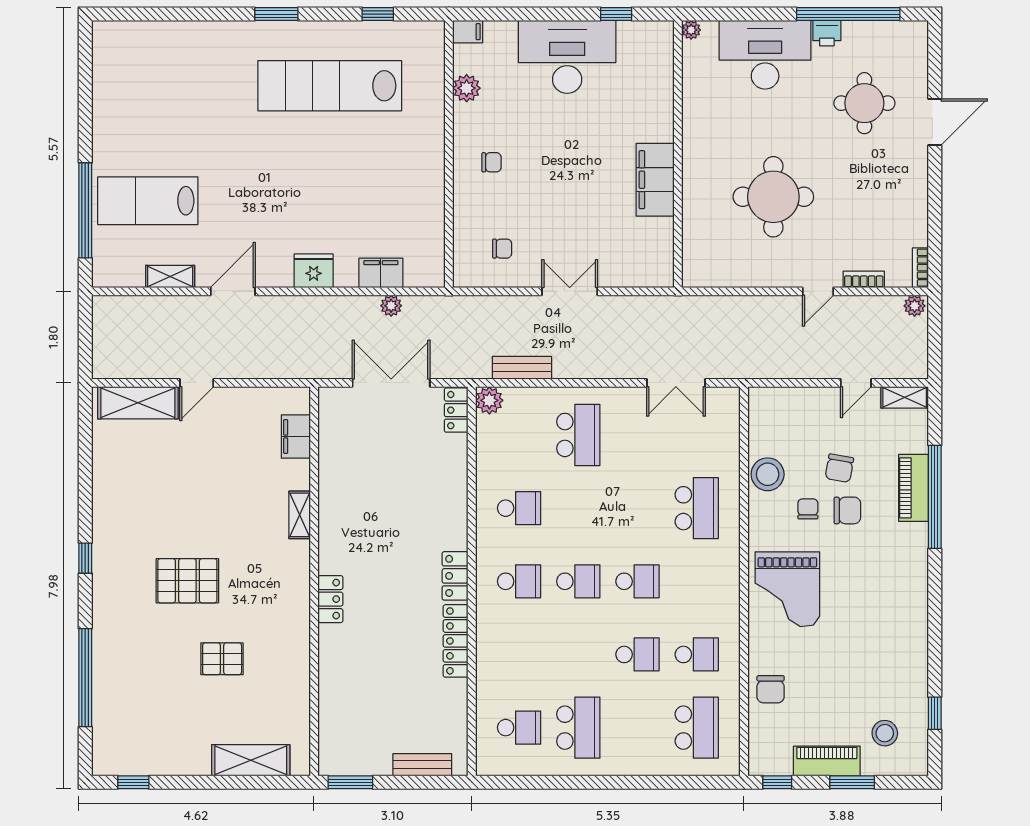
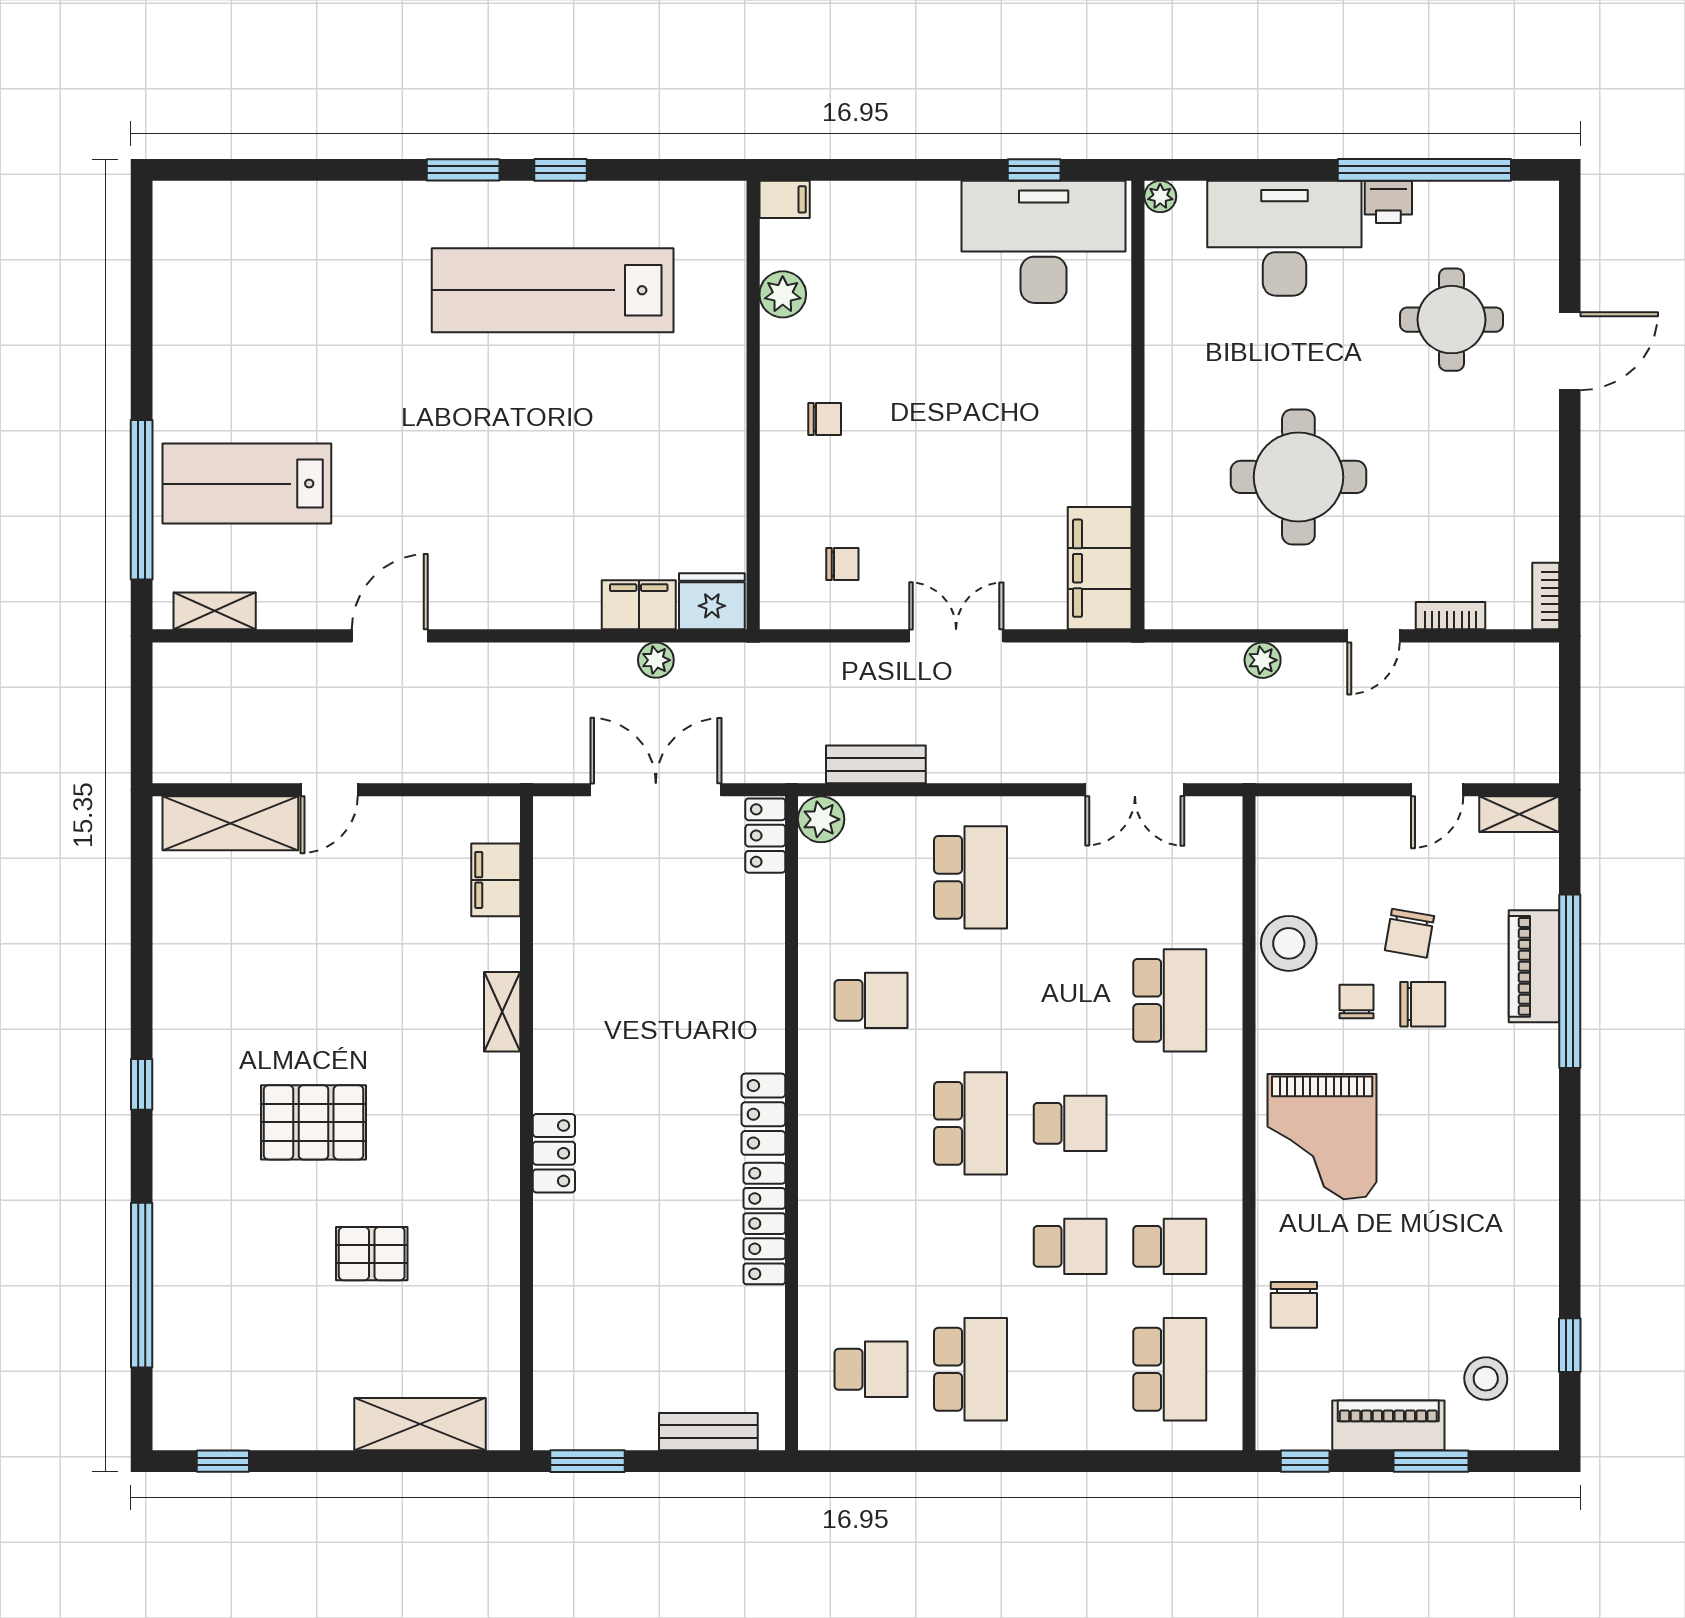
window: (378, 14) -> (561, 170), moved
desk: (567, 57) -> (1044, 242), moved
filing cabinet: (655, 180) -> (1100, 568), moved
fridge: (314, 271) -> (712, 601), moved
shelving: (170, 277) -> (215, 611), moved
plant: (915, 306) -> (1263, 660), moved
school desk: (519, 581) -> (871, 1123), removed
school desk: (578, 581) -> (971, 1123), width x1.85

